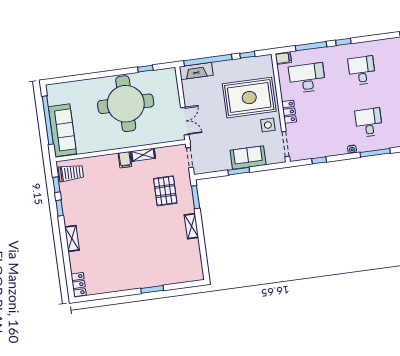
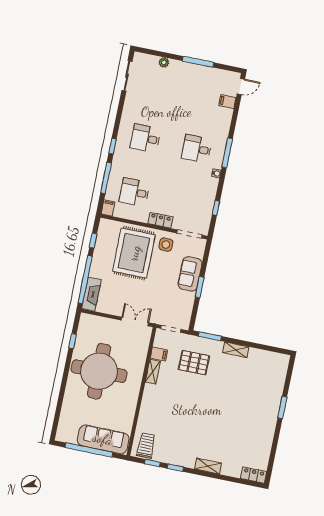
desk: (307, 78) -> (134, 192), width x0.73
filing cabinet: (125, 160) -> (159, 354), moved

